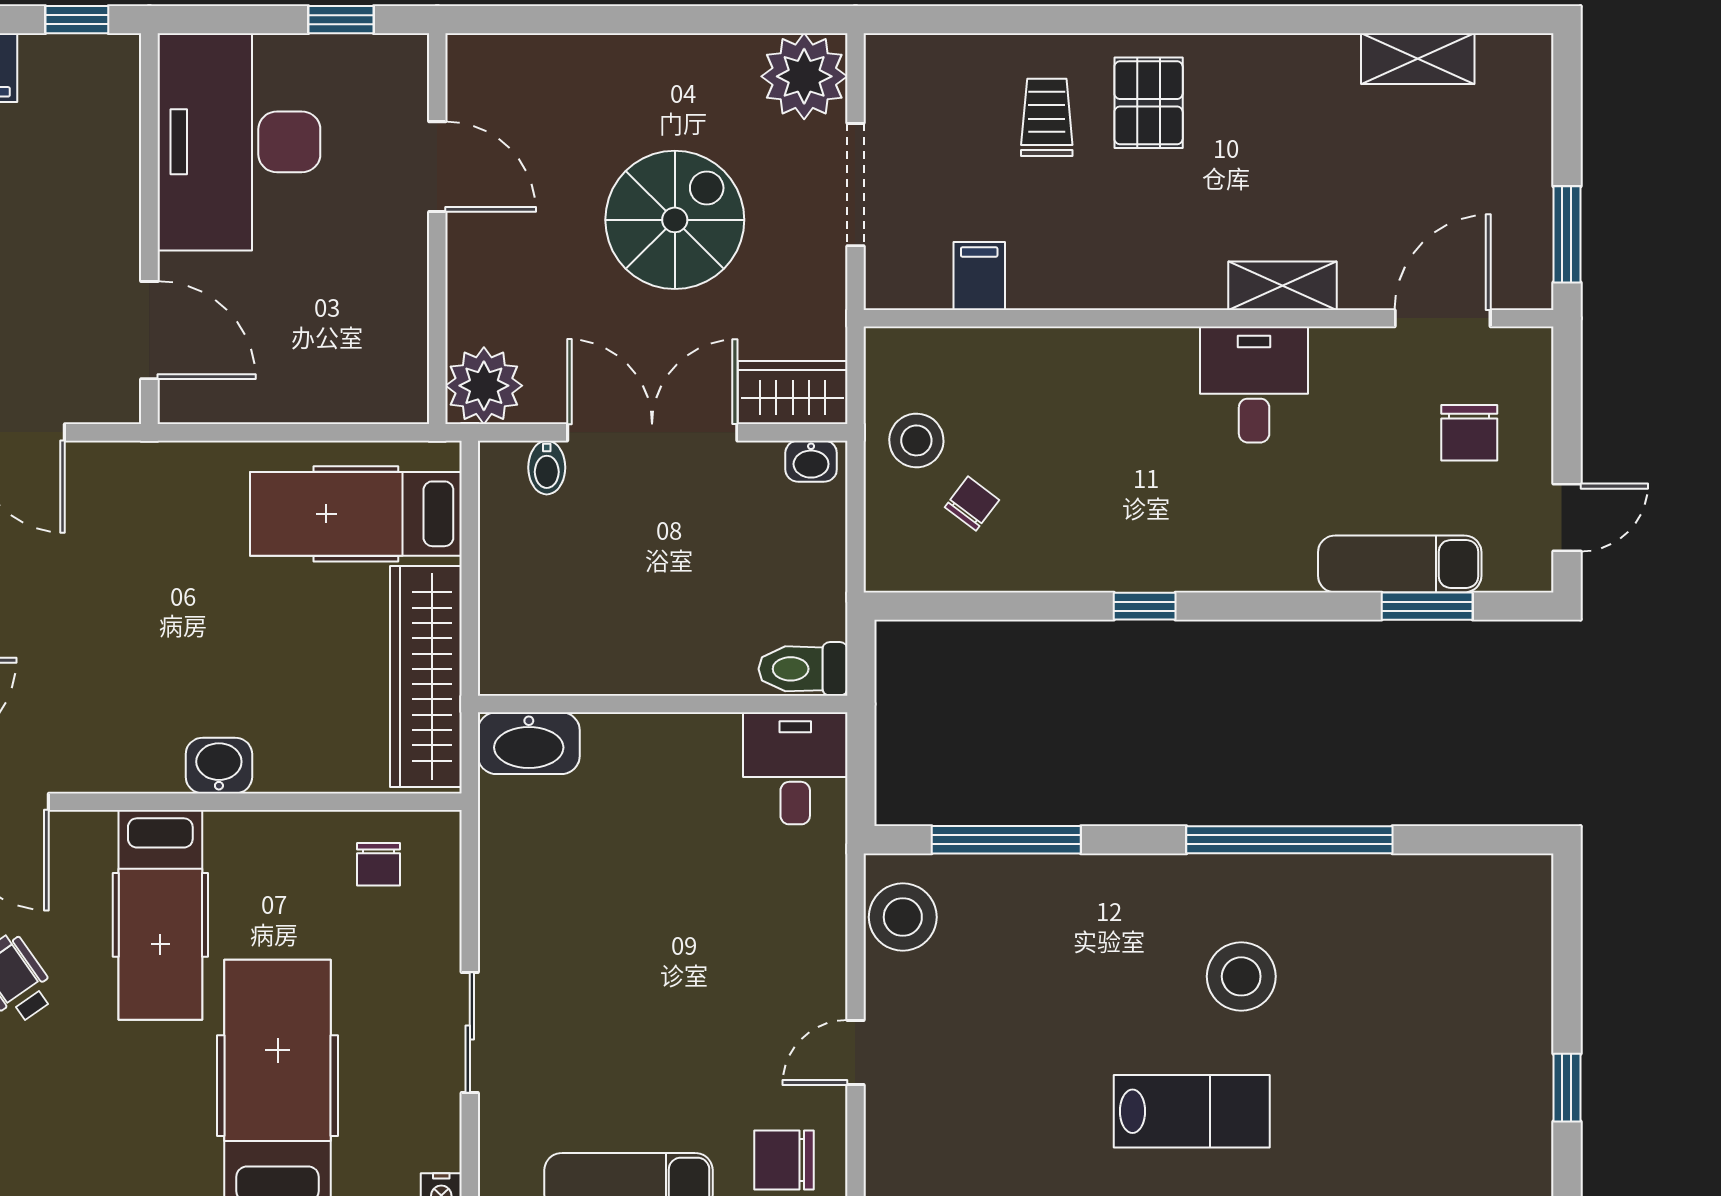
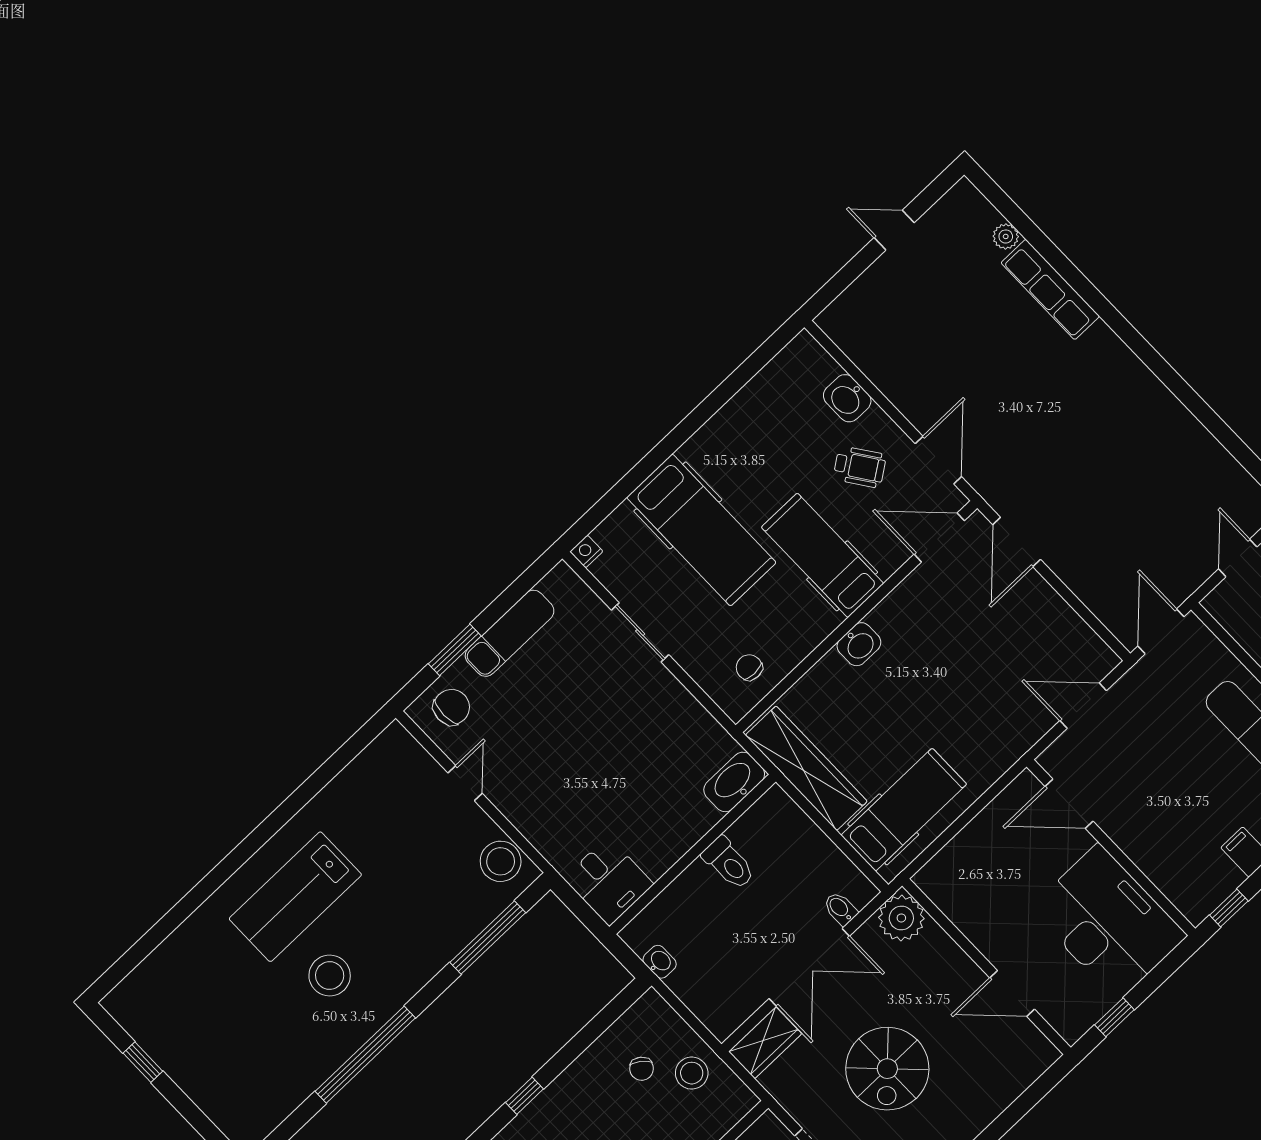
washbasin: (811, 461) -> (660, 962), moved, turned 90
toilet: (803, 669) -> (729, 863), moved, turned 90
lab bench: (1192, 1111) -> (295, 897), width x1.36, depth x1.39

